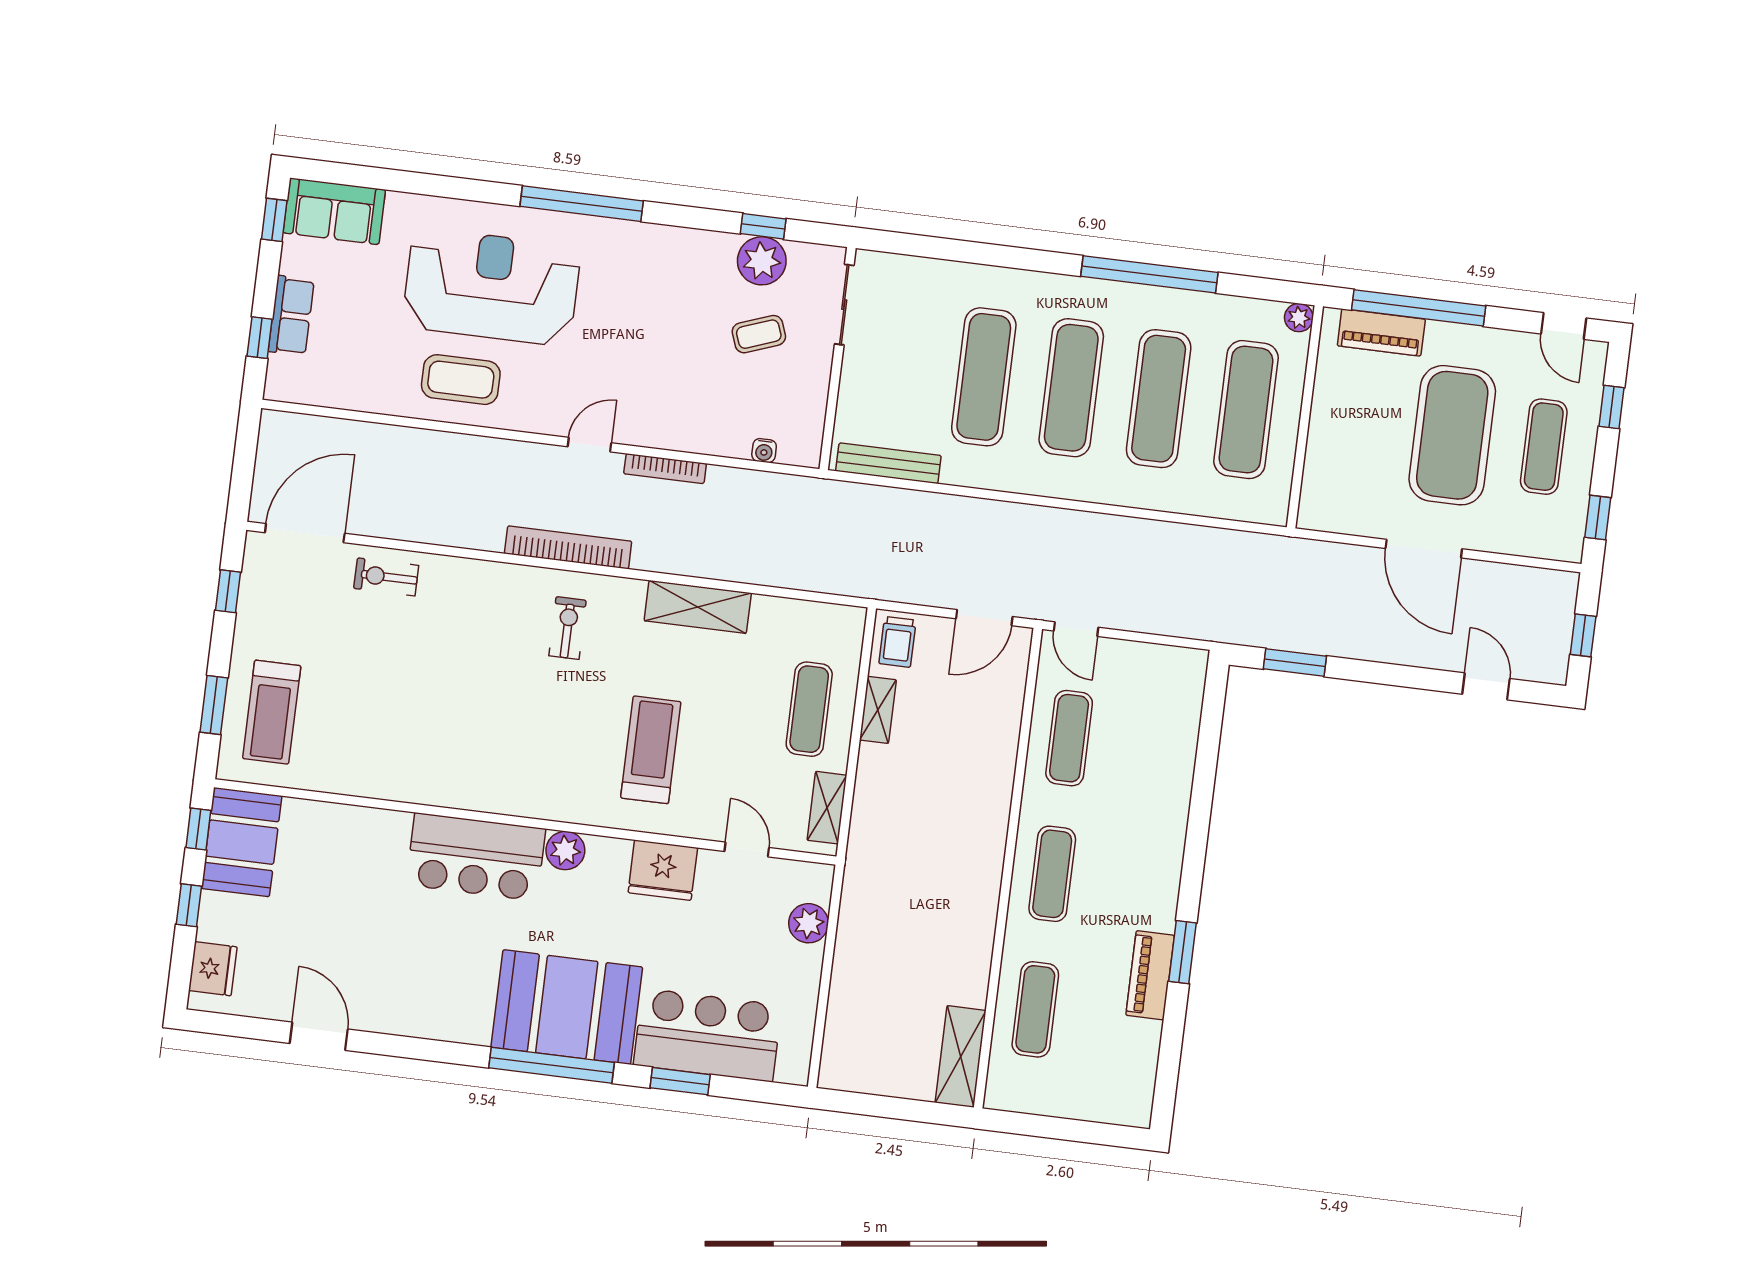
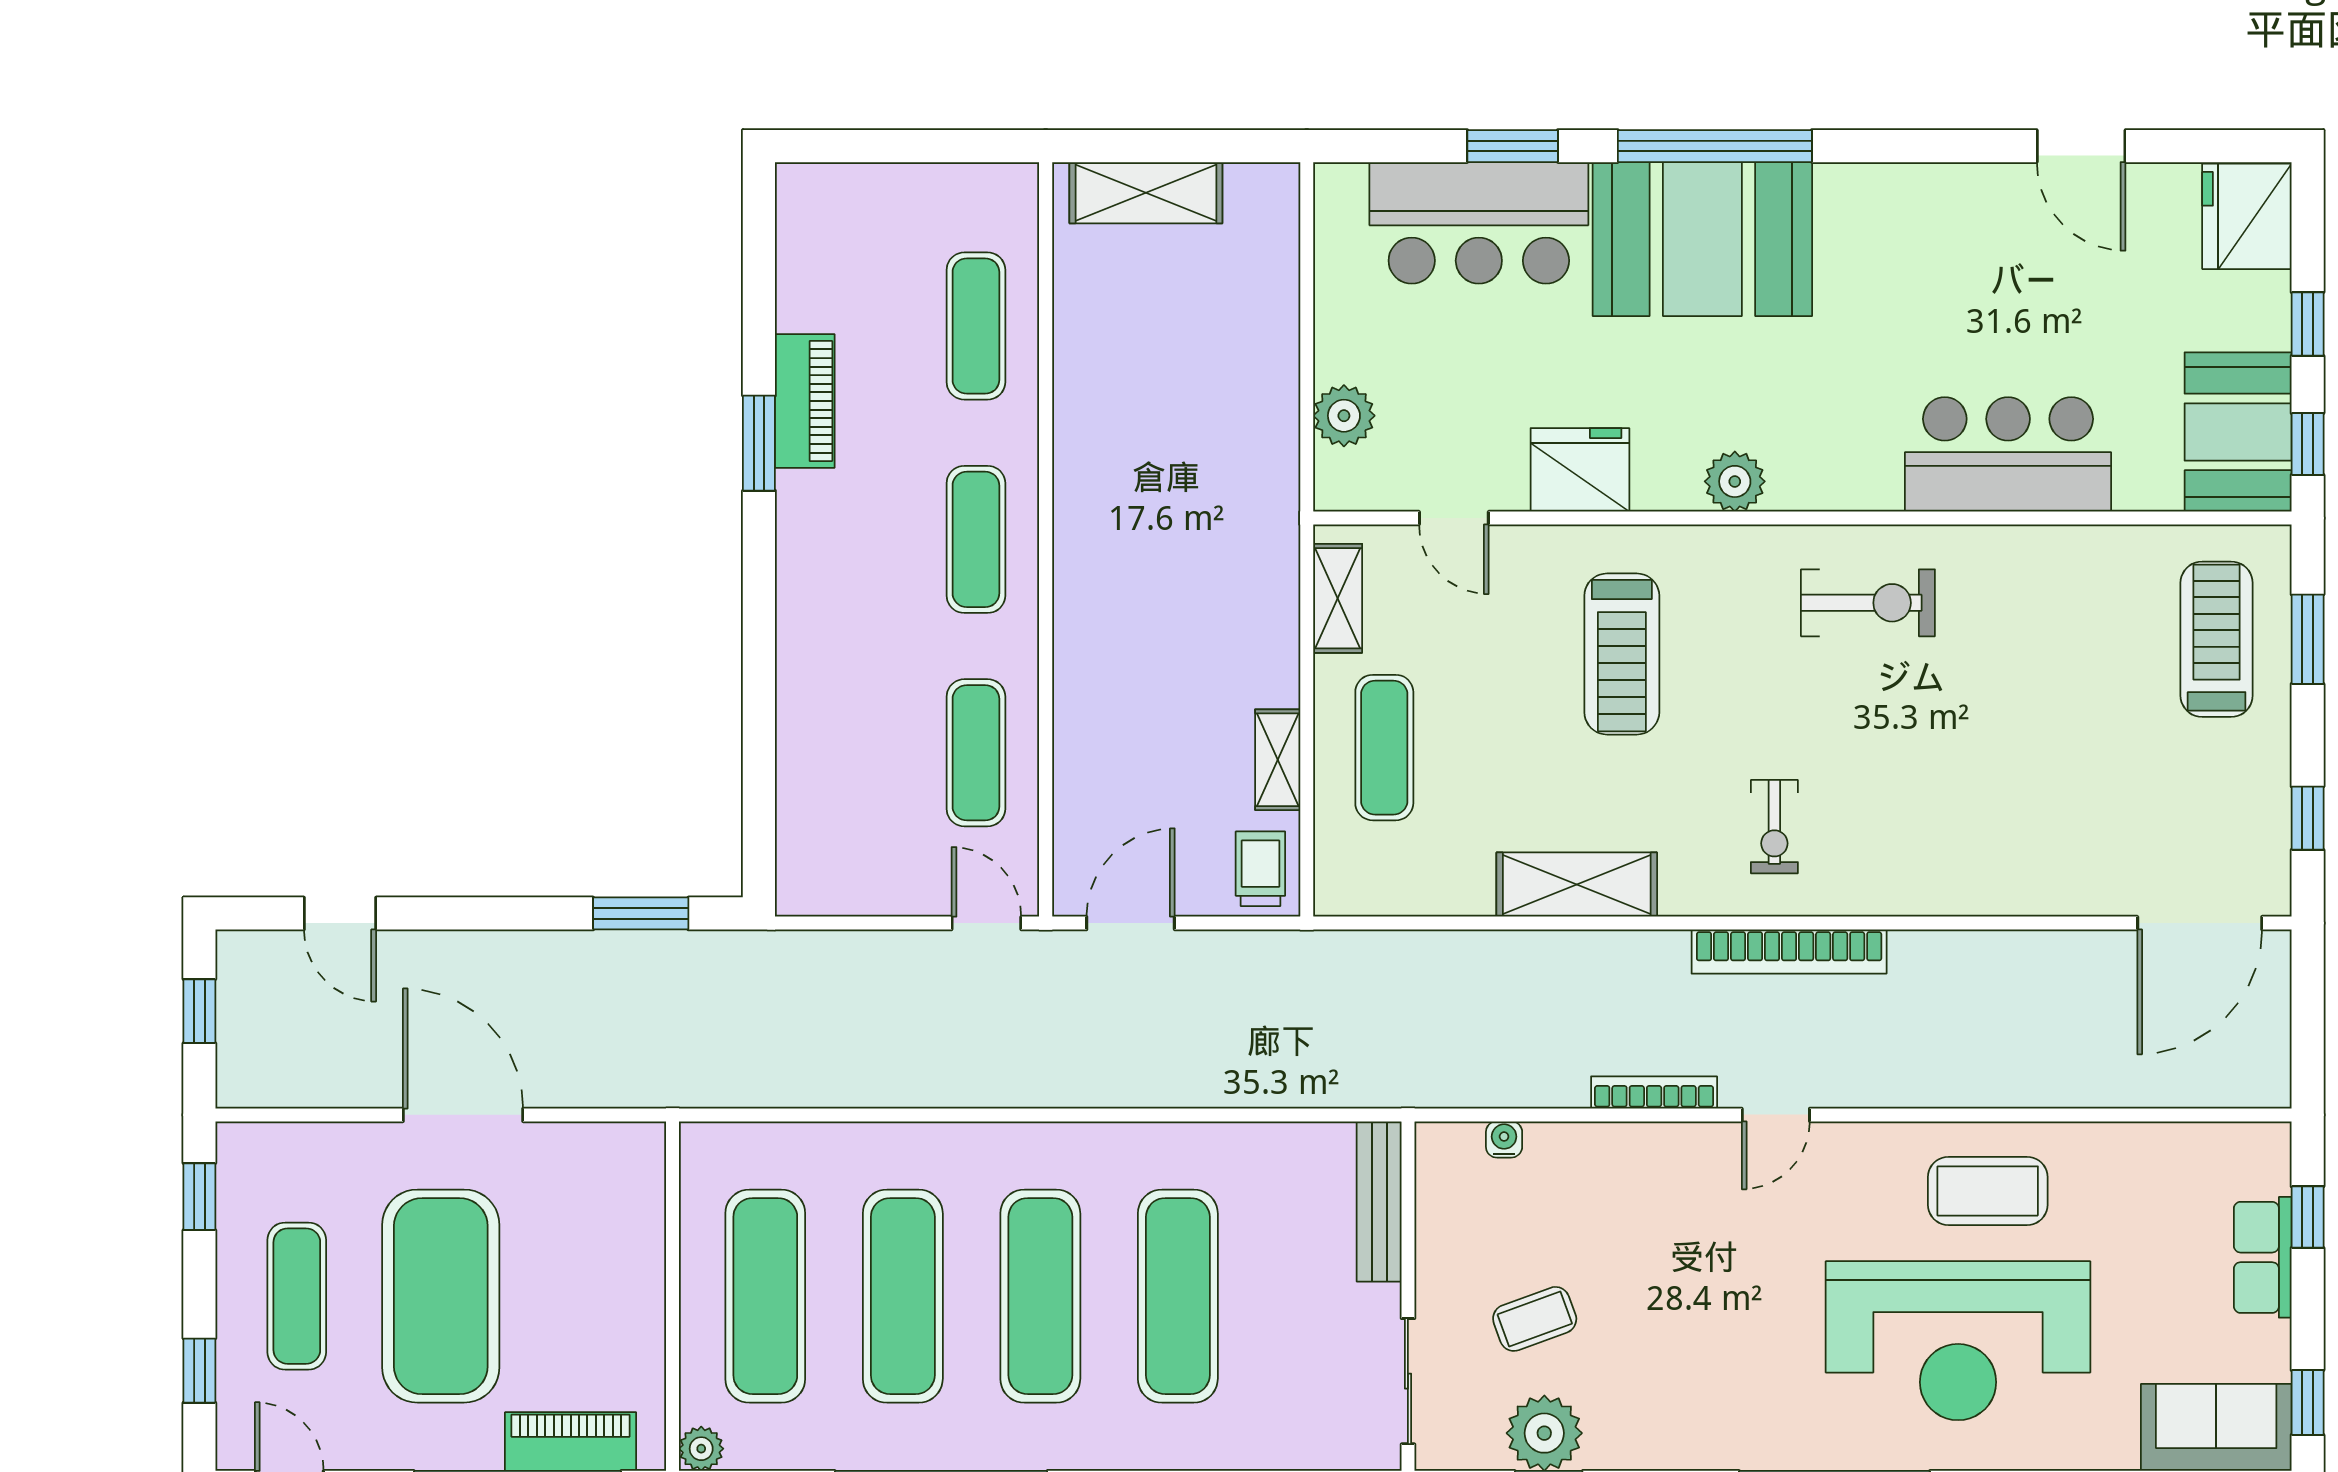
bench: (888, 463) -> (1379, 1201), moved, turned 90
exercise bike: (386, 577) -> (1868, 603), moved, width x1.38, depth x1.39
bar counter: (476, 857) -> (2008, 454), moved
fridge: (213, 969) -> (2247, 216), width x1.36, depth x1.34
shelving: (961, 1057) -> (1146, 193), moved, turned 90

